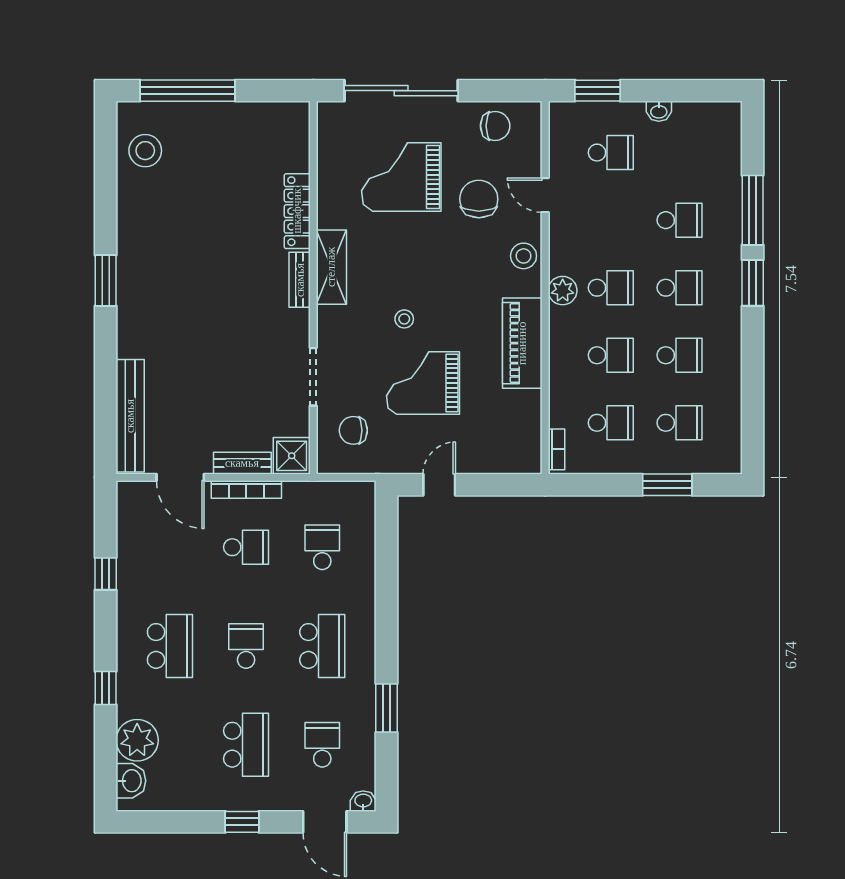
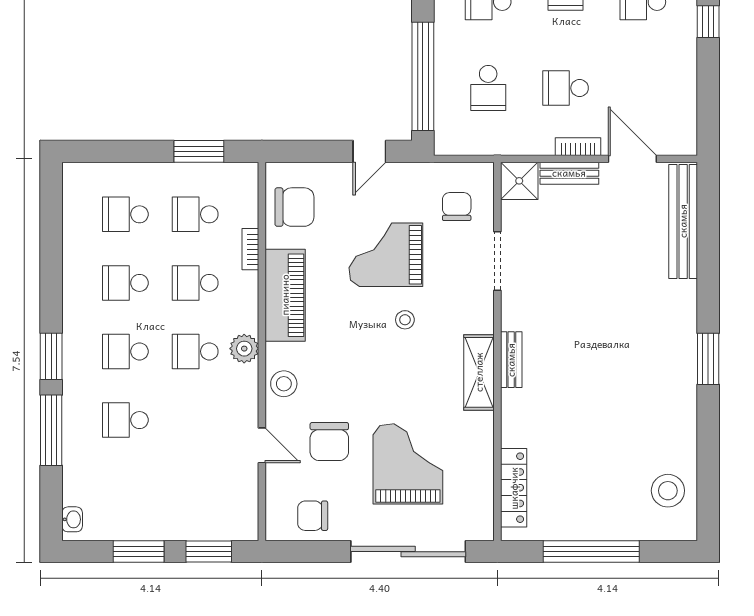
window: (187, 91) -> (591, 552), moved
window: (667, 91) -> (139, 552), added
washbasin: (659, 111) -> (72, 519), moved, turned 90
school desk: (611, 153) -> (195, 489), removed
grand piano: (401, 177) -> (408, 464), turned -90
locker: (297, 211) -> (514, 488), moved
grand piano: (423, 383) -> (386, 255), turned 180
chair: (353, 430) -> (457, 207), turned -90
chair: (513, 430) -> (294, 207), added
bookcase: (556, 449) -> (250, 249), moved
window: (667, 485) -> (199, 151), moved
bookcase: (246, 489) -> (578, 147), width x0.64
window: (387, 559) -> (423, 76), added
window: (106, 574) -> (708, 22), moved

